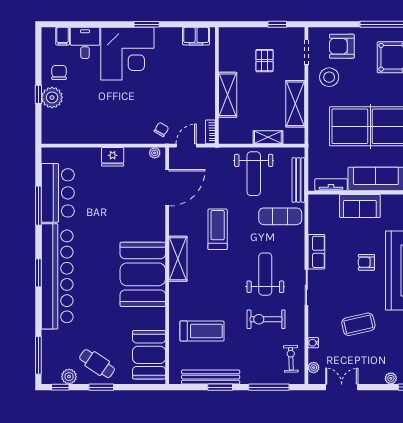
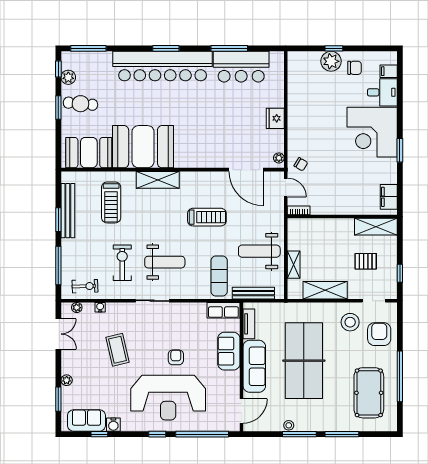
shelving: (228, 95) -> (376, 227), moved
row of seats: (316, 252) -> (223, 310), moved
shelving: (178, 259) -> (158, 180), moved
booth: (143, 274) -> (143, 147), moved
cafe table: (97, 364) -> (80, 104), turned 61

